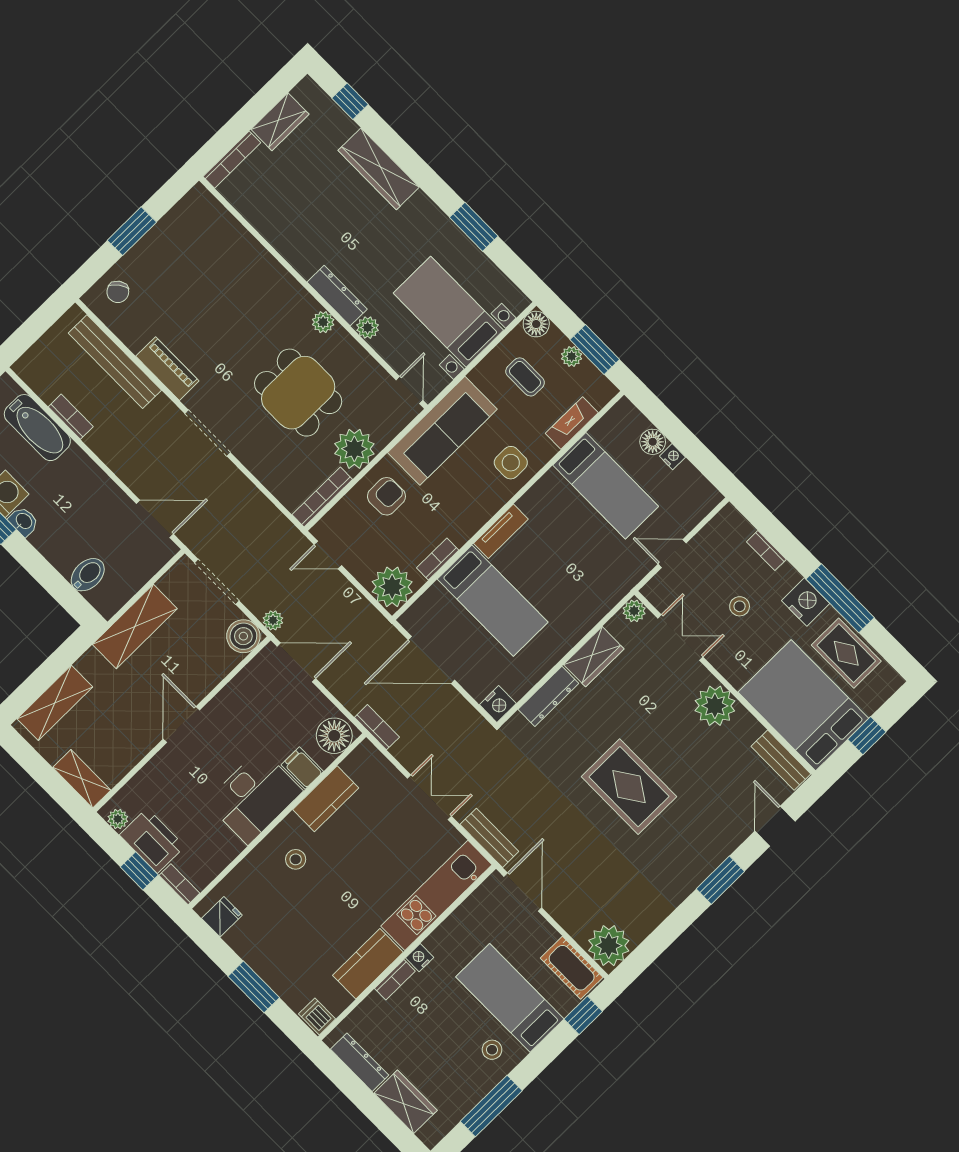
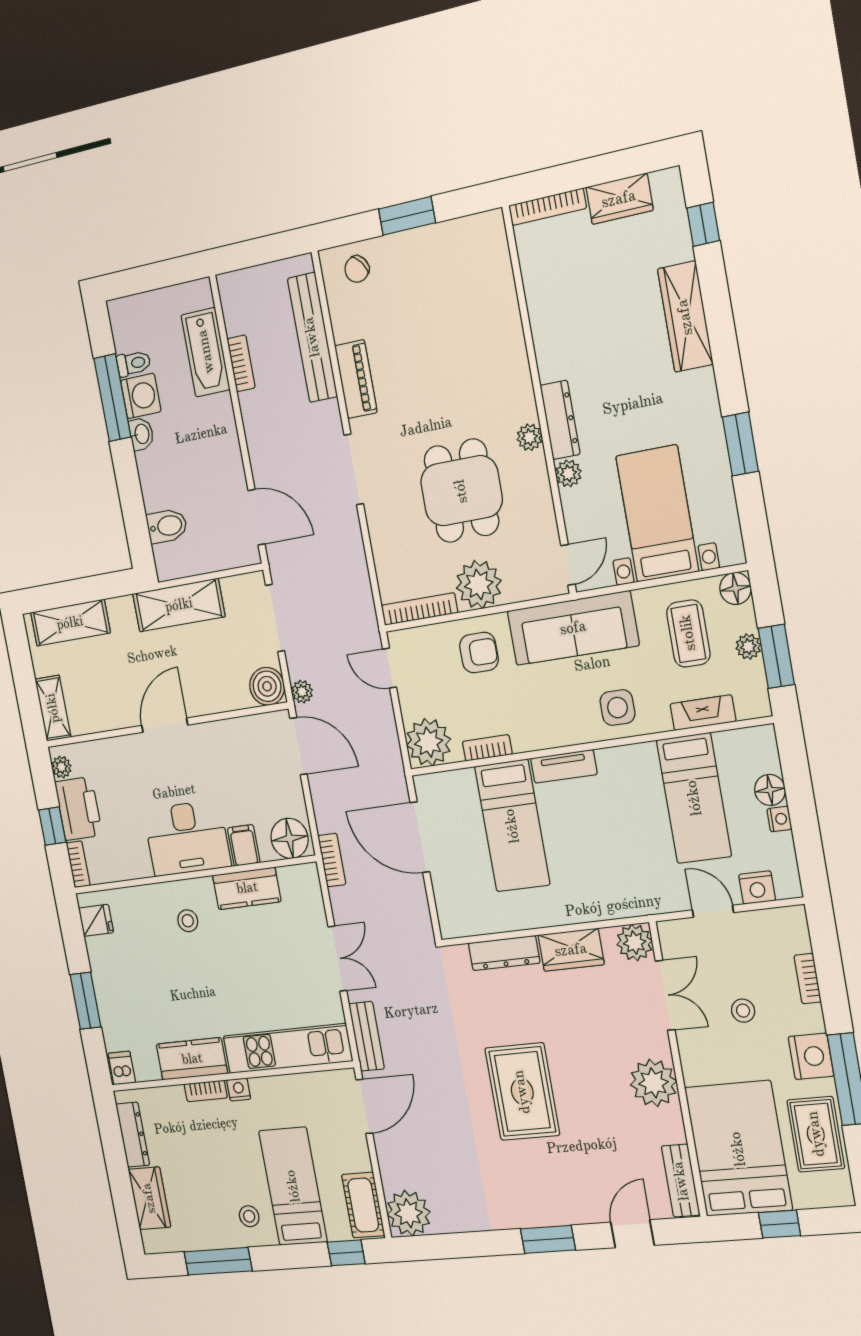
coffee table: (525, 377) -> (688, 633), width x1.36, depth x1.30
plant: (634, 611) -> (635, 942), width x1.38, depth x1.38
nightstand: (498, 704) -> (757, 888), moved

